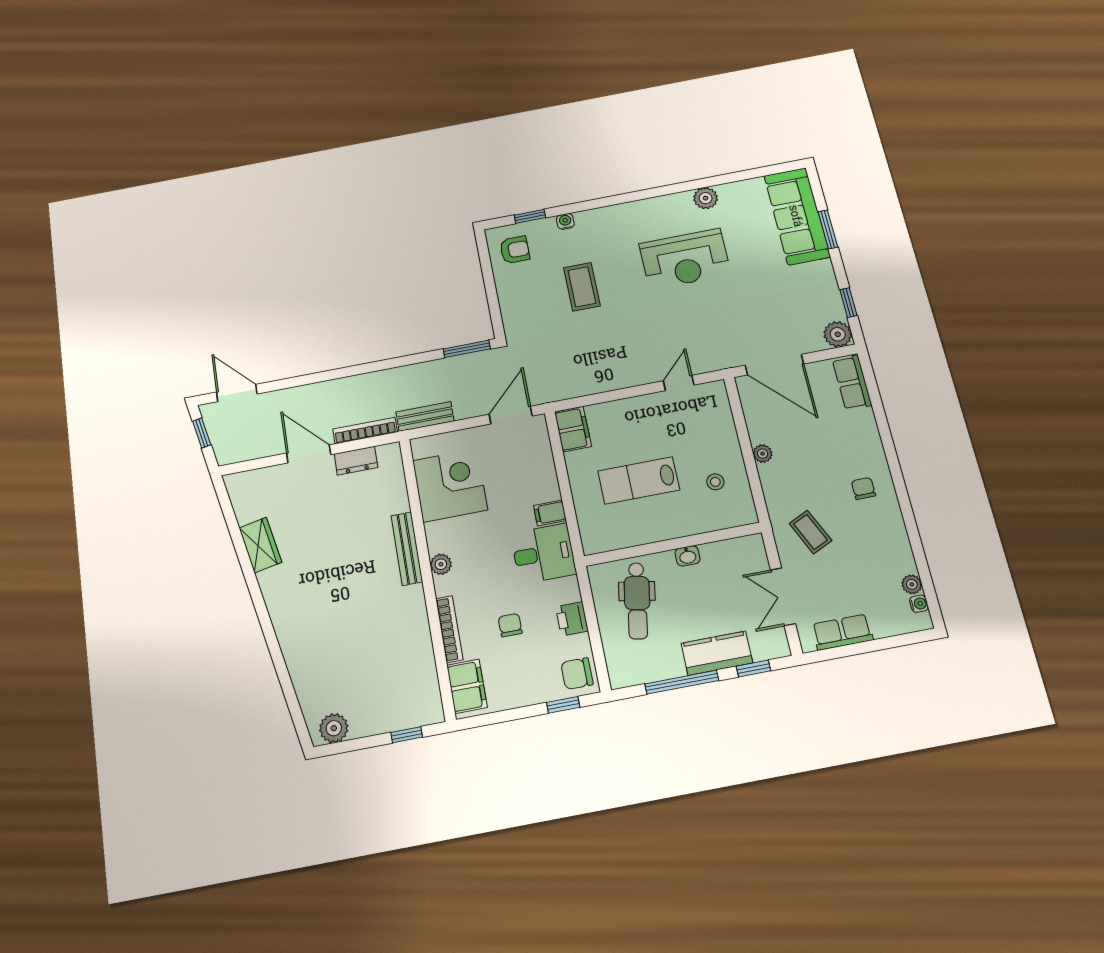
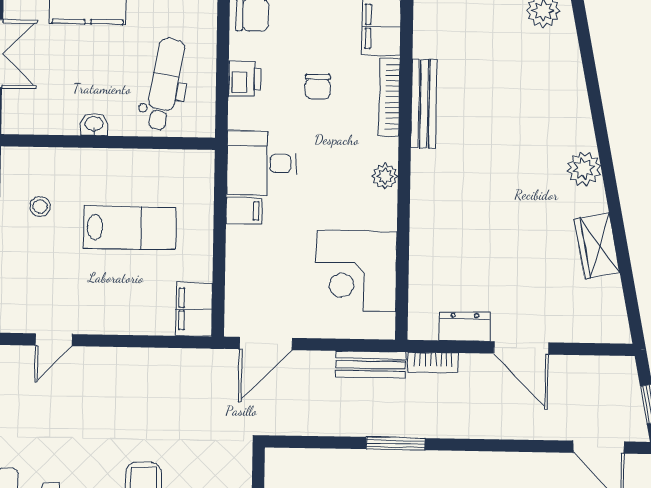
window: (467, 349) -> (396, 444), moved
bookcase: (365, 431) -> (433, 363), width x0.64
bench: (407, 549) -> (424, 104), moved
plant: (280, 604) -> (584, 169), added

